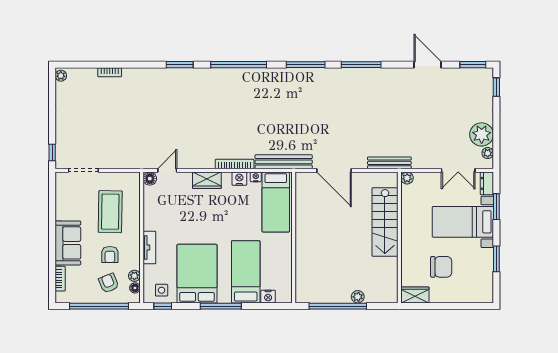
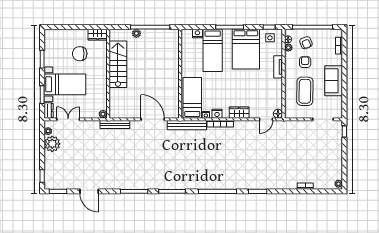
stairs: (385, 222) -> (118, 64), moved
sofa: (68, 243) -> (334, 81), moved

